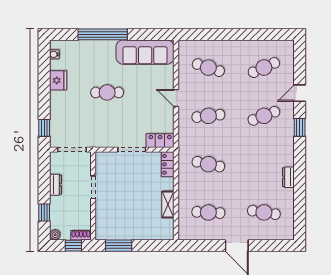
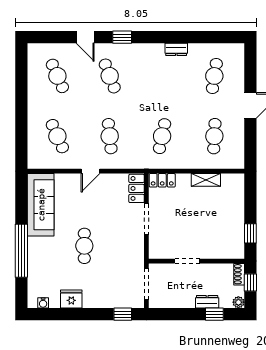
cafe table: (208, 68) -> (57, 136), turned -42
dresser: (55, 185) -> (207, 302), moved
window: (119, 246) -> (250, 233), width x0.67

